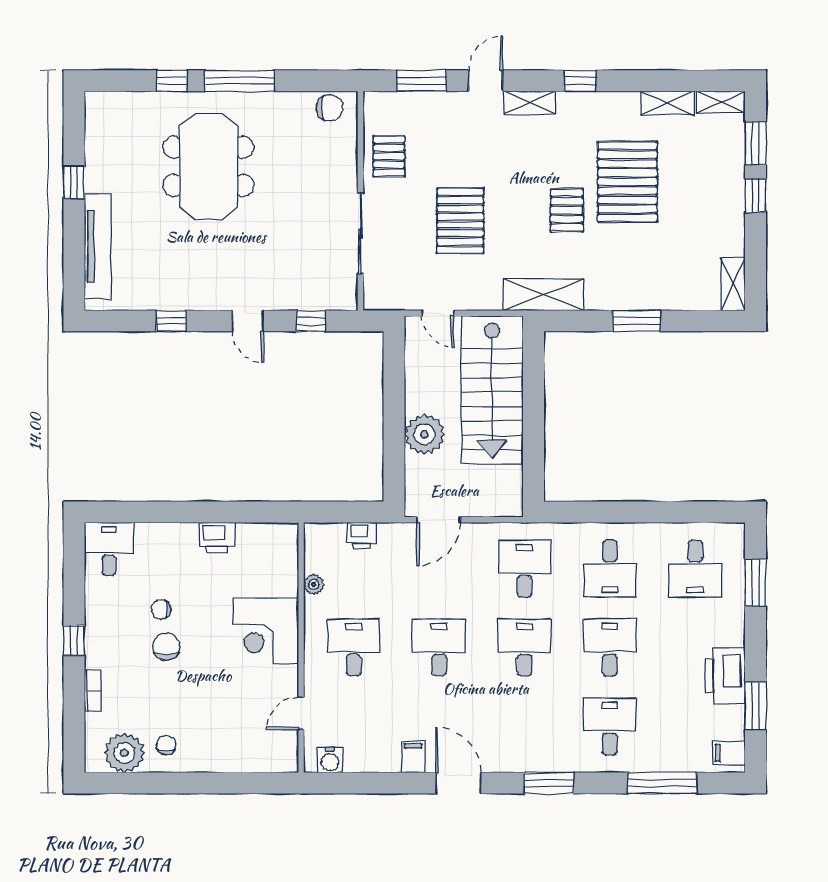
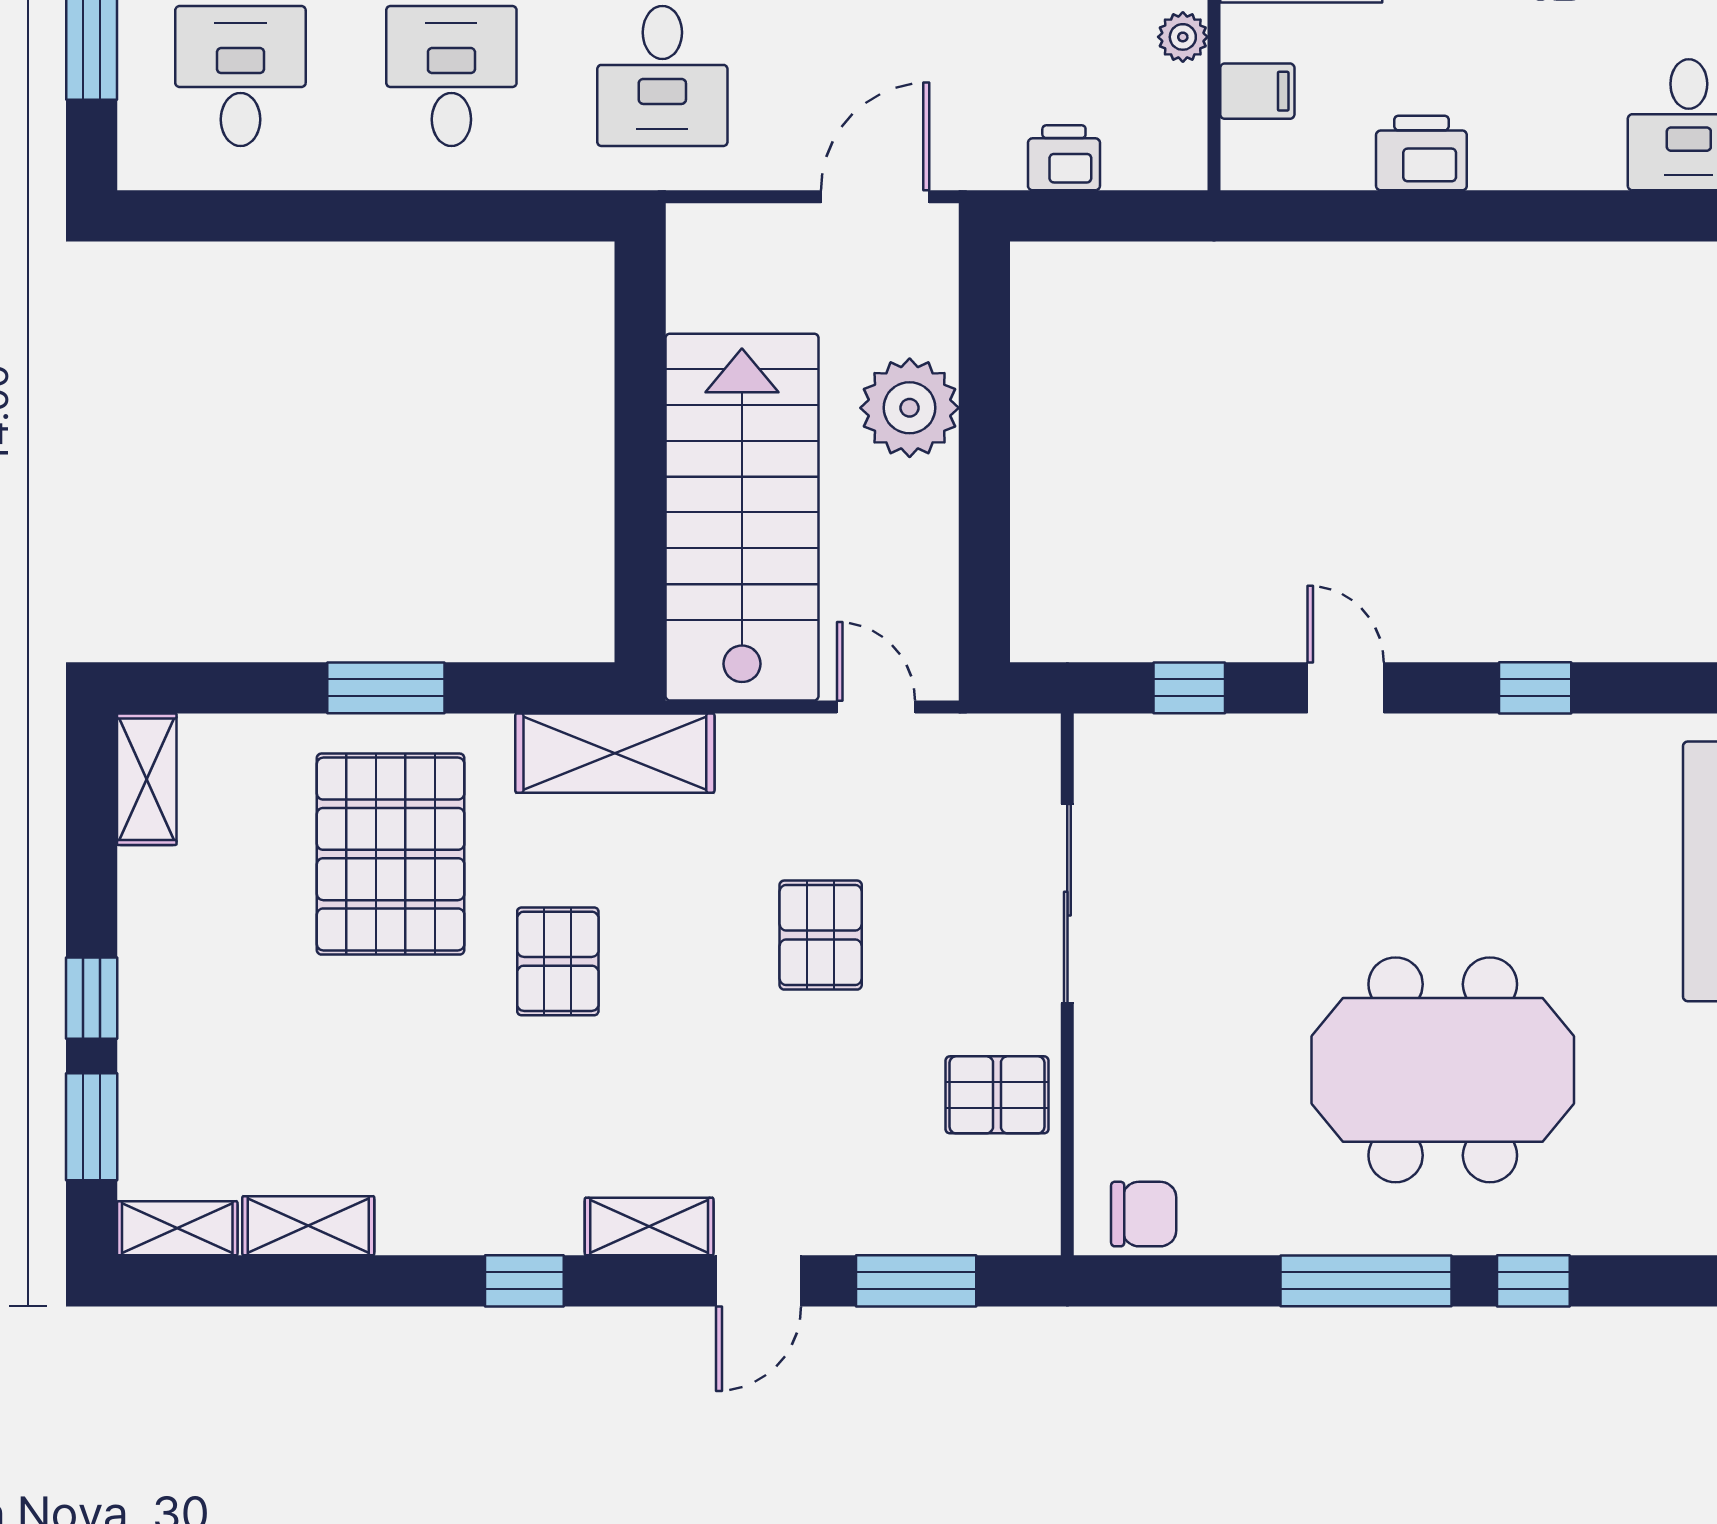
chair: (330, 108) -> (1144, 1214), turned 180
pallet: (389, 156) -> (997, 1095), turned 90
meeting table: (209, 166) -> (1443, 1070), turned 90
pallet: (627, 182) -> (391, 854), moved
pallet: (460, 221) -> (821, 935), width x0.67, depth x0.71
filing cabinet: (284, 562) -> (1257, 91), added

